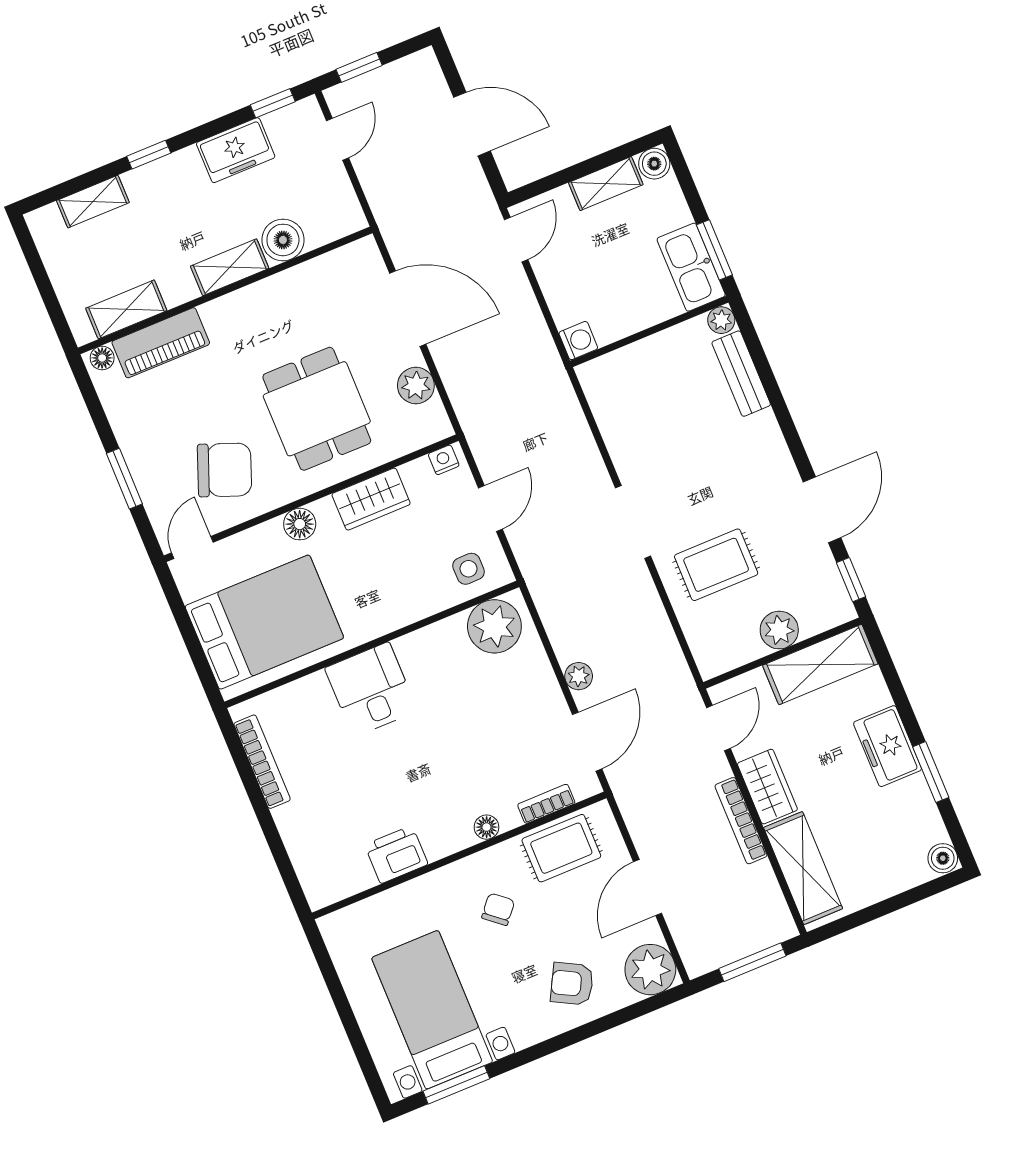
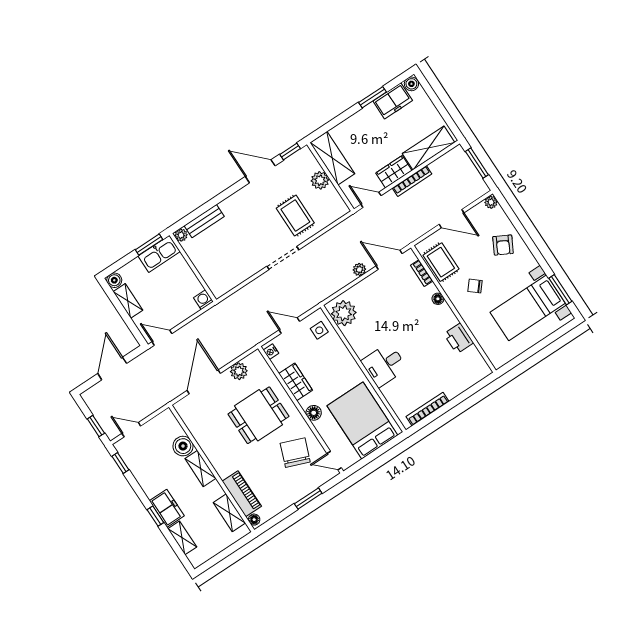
freezer: (236, 150) -> (167, 508), moved
freezer: (888, 746) -> (393, 101), moved
plant: (650, 970) -> (491, 202), width x0.53, depth x0.53

